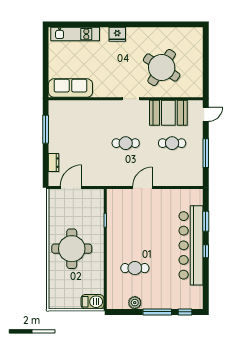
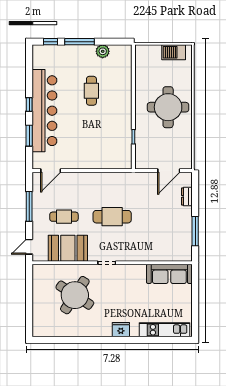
cafe table: (126, 143) -> (112, 217), width x1.37, depth x1.35
door: (142, 188) -> (51, 171), moved
cafe table: (135, 268) -> (91, 91), moved, turned 90
barbecue: (92, 302) -> (174, 52), moved

